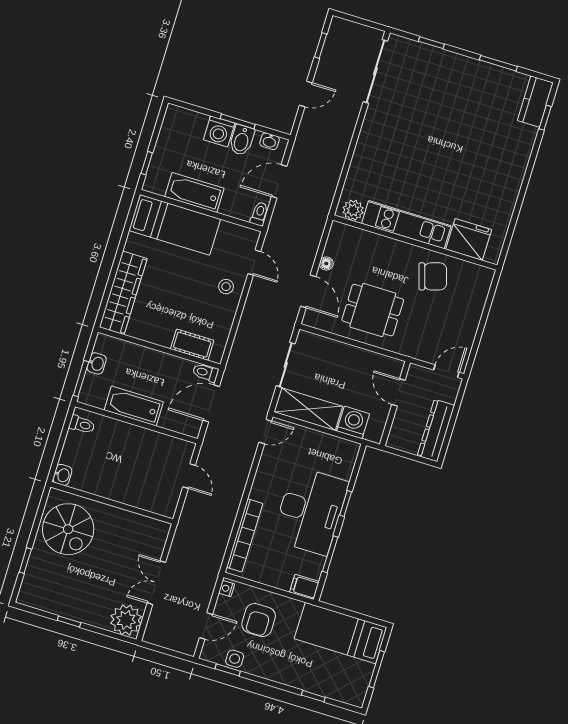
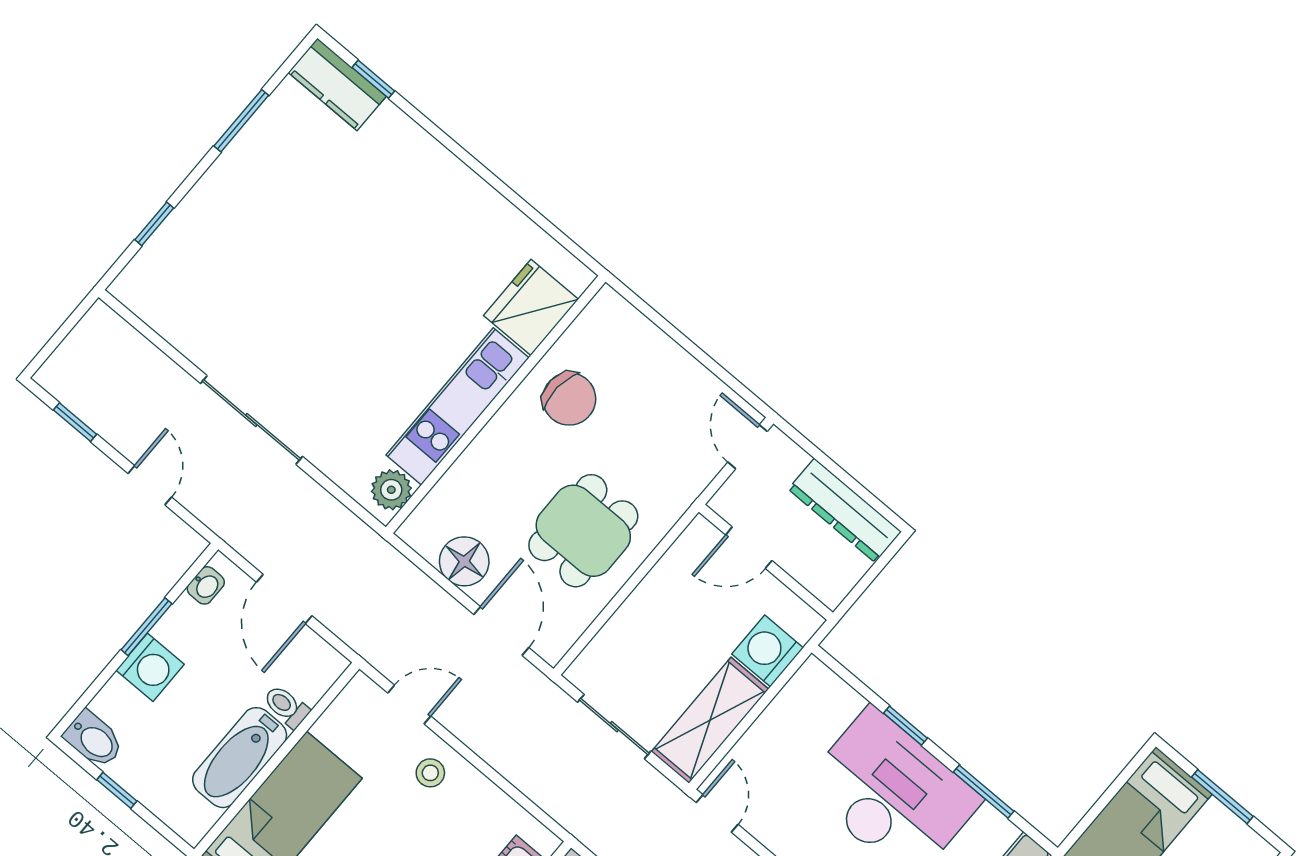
sliding door: (375, 71) -> (251, 420), moved
bidet: (242, 140) -> (94, 740), moved
window: (147, 163) -> (117, 790), moved
toilet: (259, 214) -> (286, 706), moved
floor lamp: (326, 263) -> (464, 561), width x1.89, depth x1.89
chair: (433, 276) -> (569, 399), turned 111
door: (308, 291) -> (501, 631), hinge flipped

